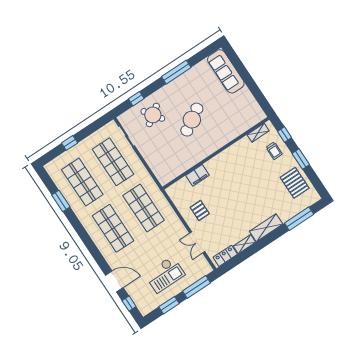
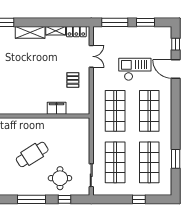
window: (176, 72) -> (31, 199), moved
round table: (153, 115) -> (60, 178), turned 35
checkout: (165, 274) -> (135, 69), moved

